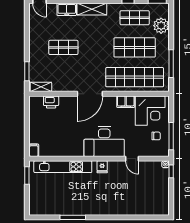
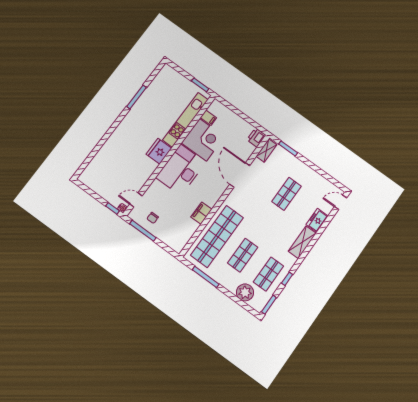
shop shelf: (135, 47) -> (243, 255), width x0.70, depth x0.74
door: (90, 94) -> (240, 175), moved
printer: (51, 102) -> (256, 138), moved
corner desk: (150, 111) -> (203, 140), moved, turned 180
filing cabinet: (34, 150) -> (208, 118), moved
door: (132, 159) -> (136, 200), moved
fridge: (102, 167) -> (159, 151), width x1.88, depth x1.34

